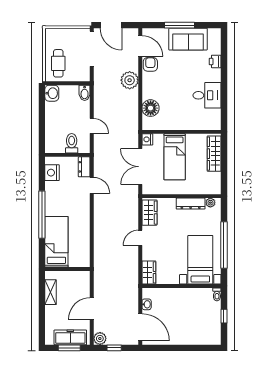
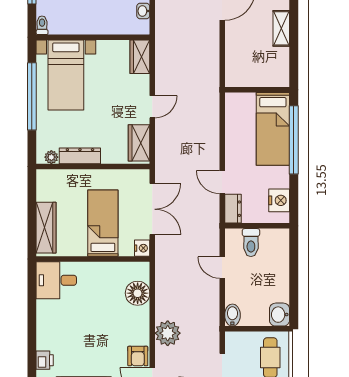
desk: (207, 95) -> (56, 280), moved
bed: (56, 242) -> (273, 129), moved
wall: (67, 269) -> (257, 90), moved

